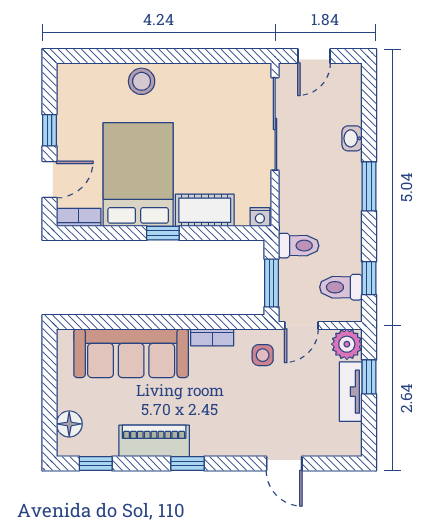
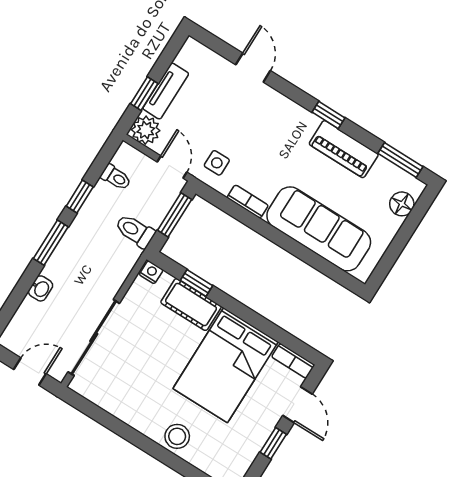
door: (49, 180) -> (297, 405), swing flipped
window: (163, 233) -> (196, 283), moved
window: (369, 278) -> (80, 197), moved
toilet: (341, 287) -> (116, 177), width x0.73, depth x0.72
door: (301, 326) -> (172, 167), hinge flipped
window: (96, 463) -> (400, 160), width x1.50

